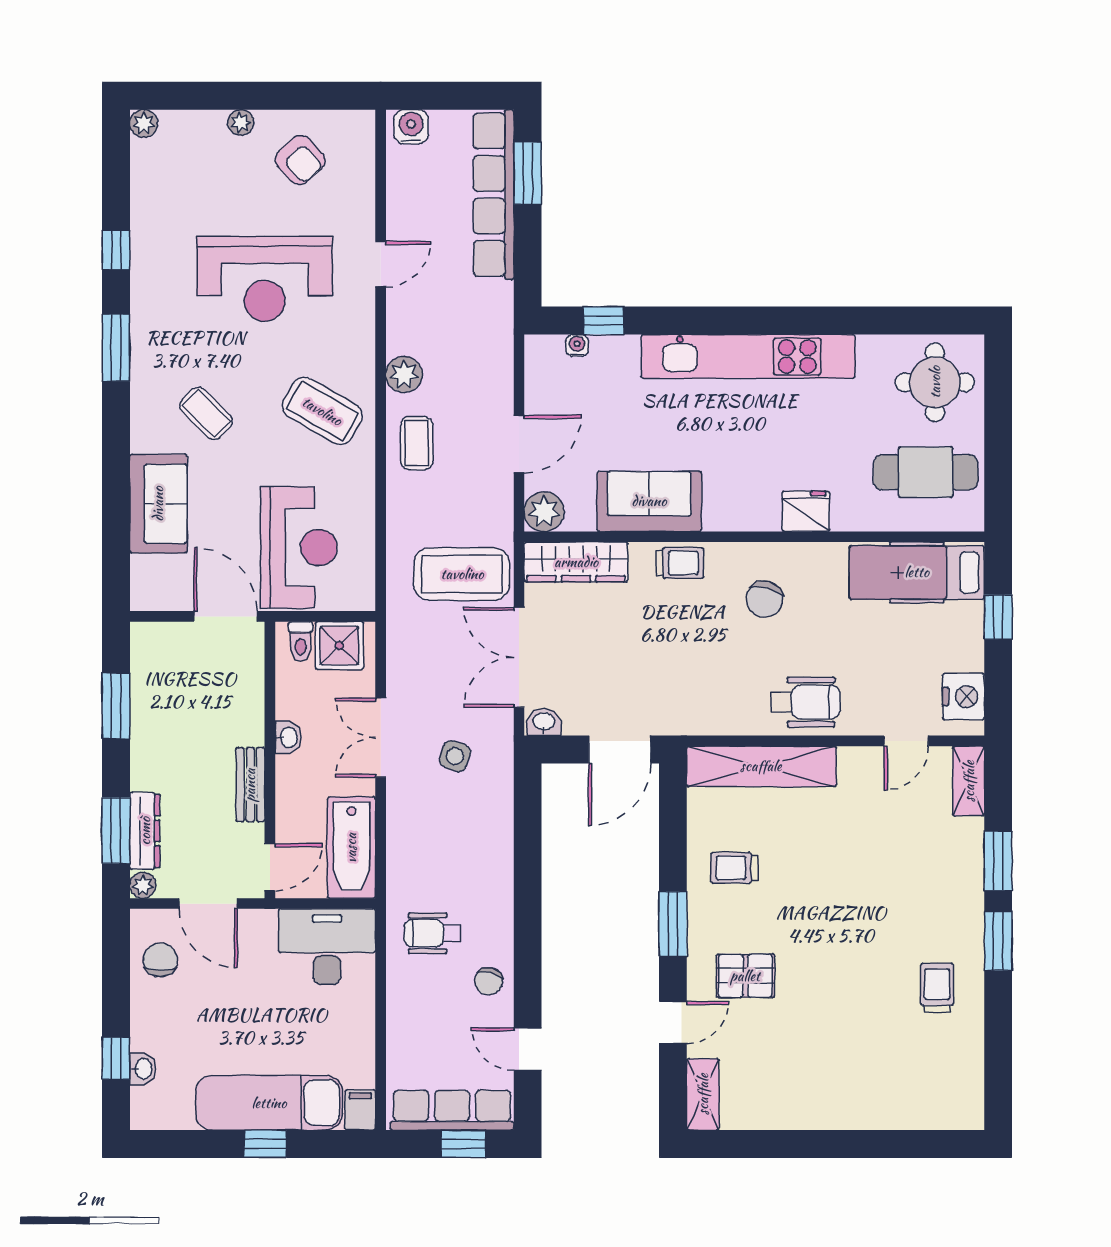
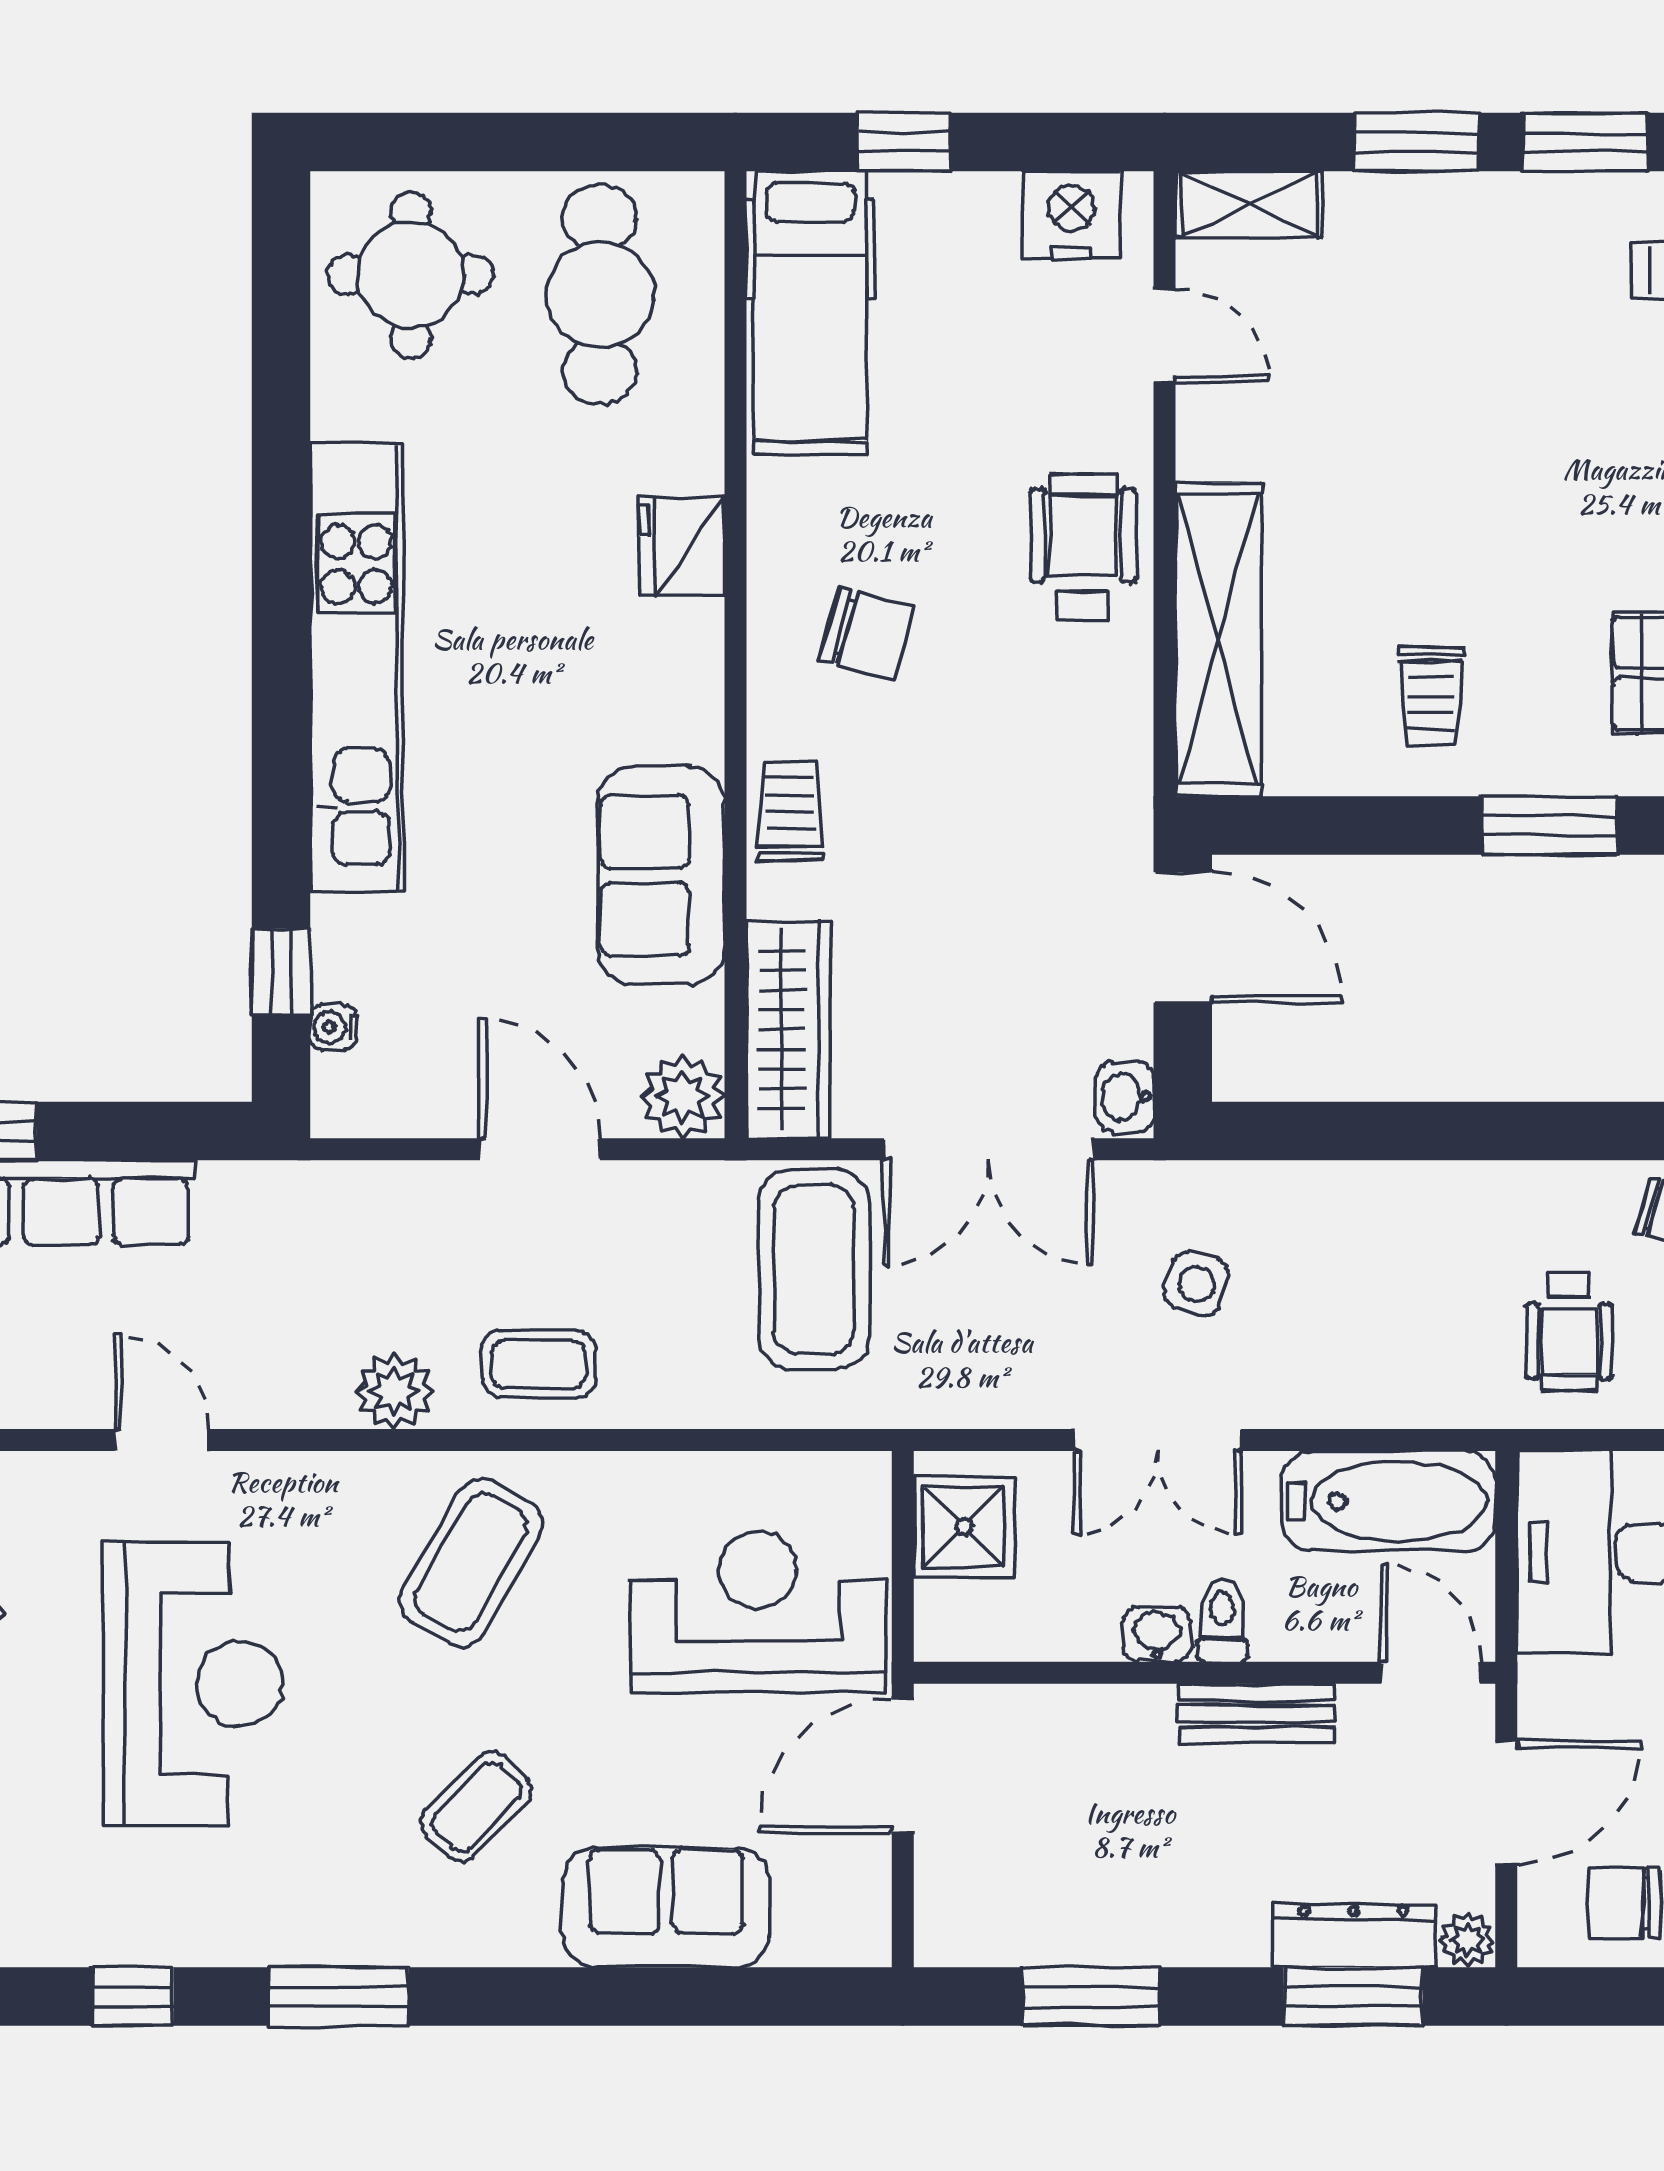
toilet: (300, 641) -> (1222, 1620), moved, turned -90

